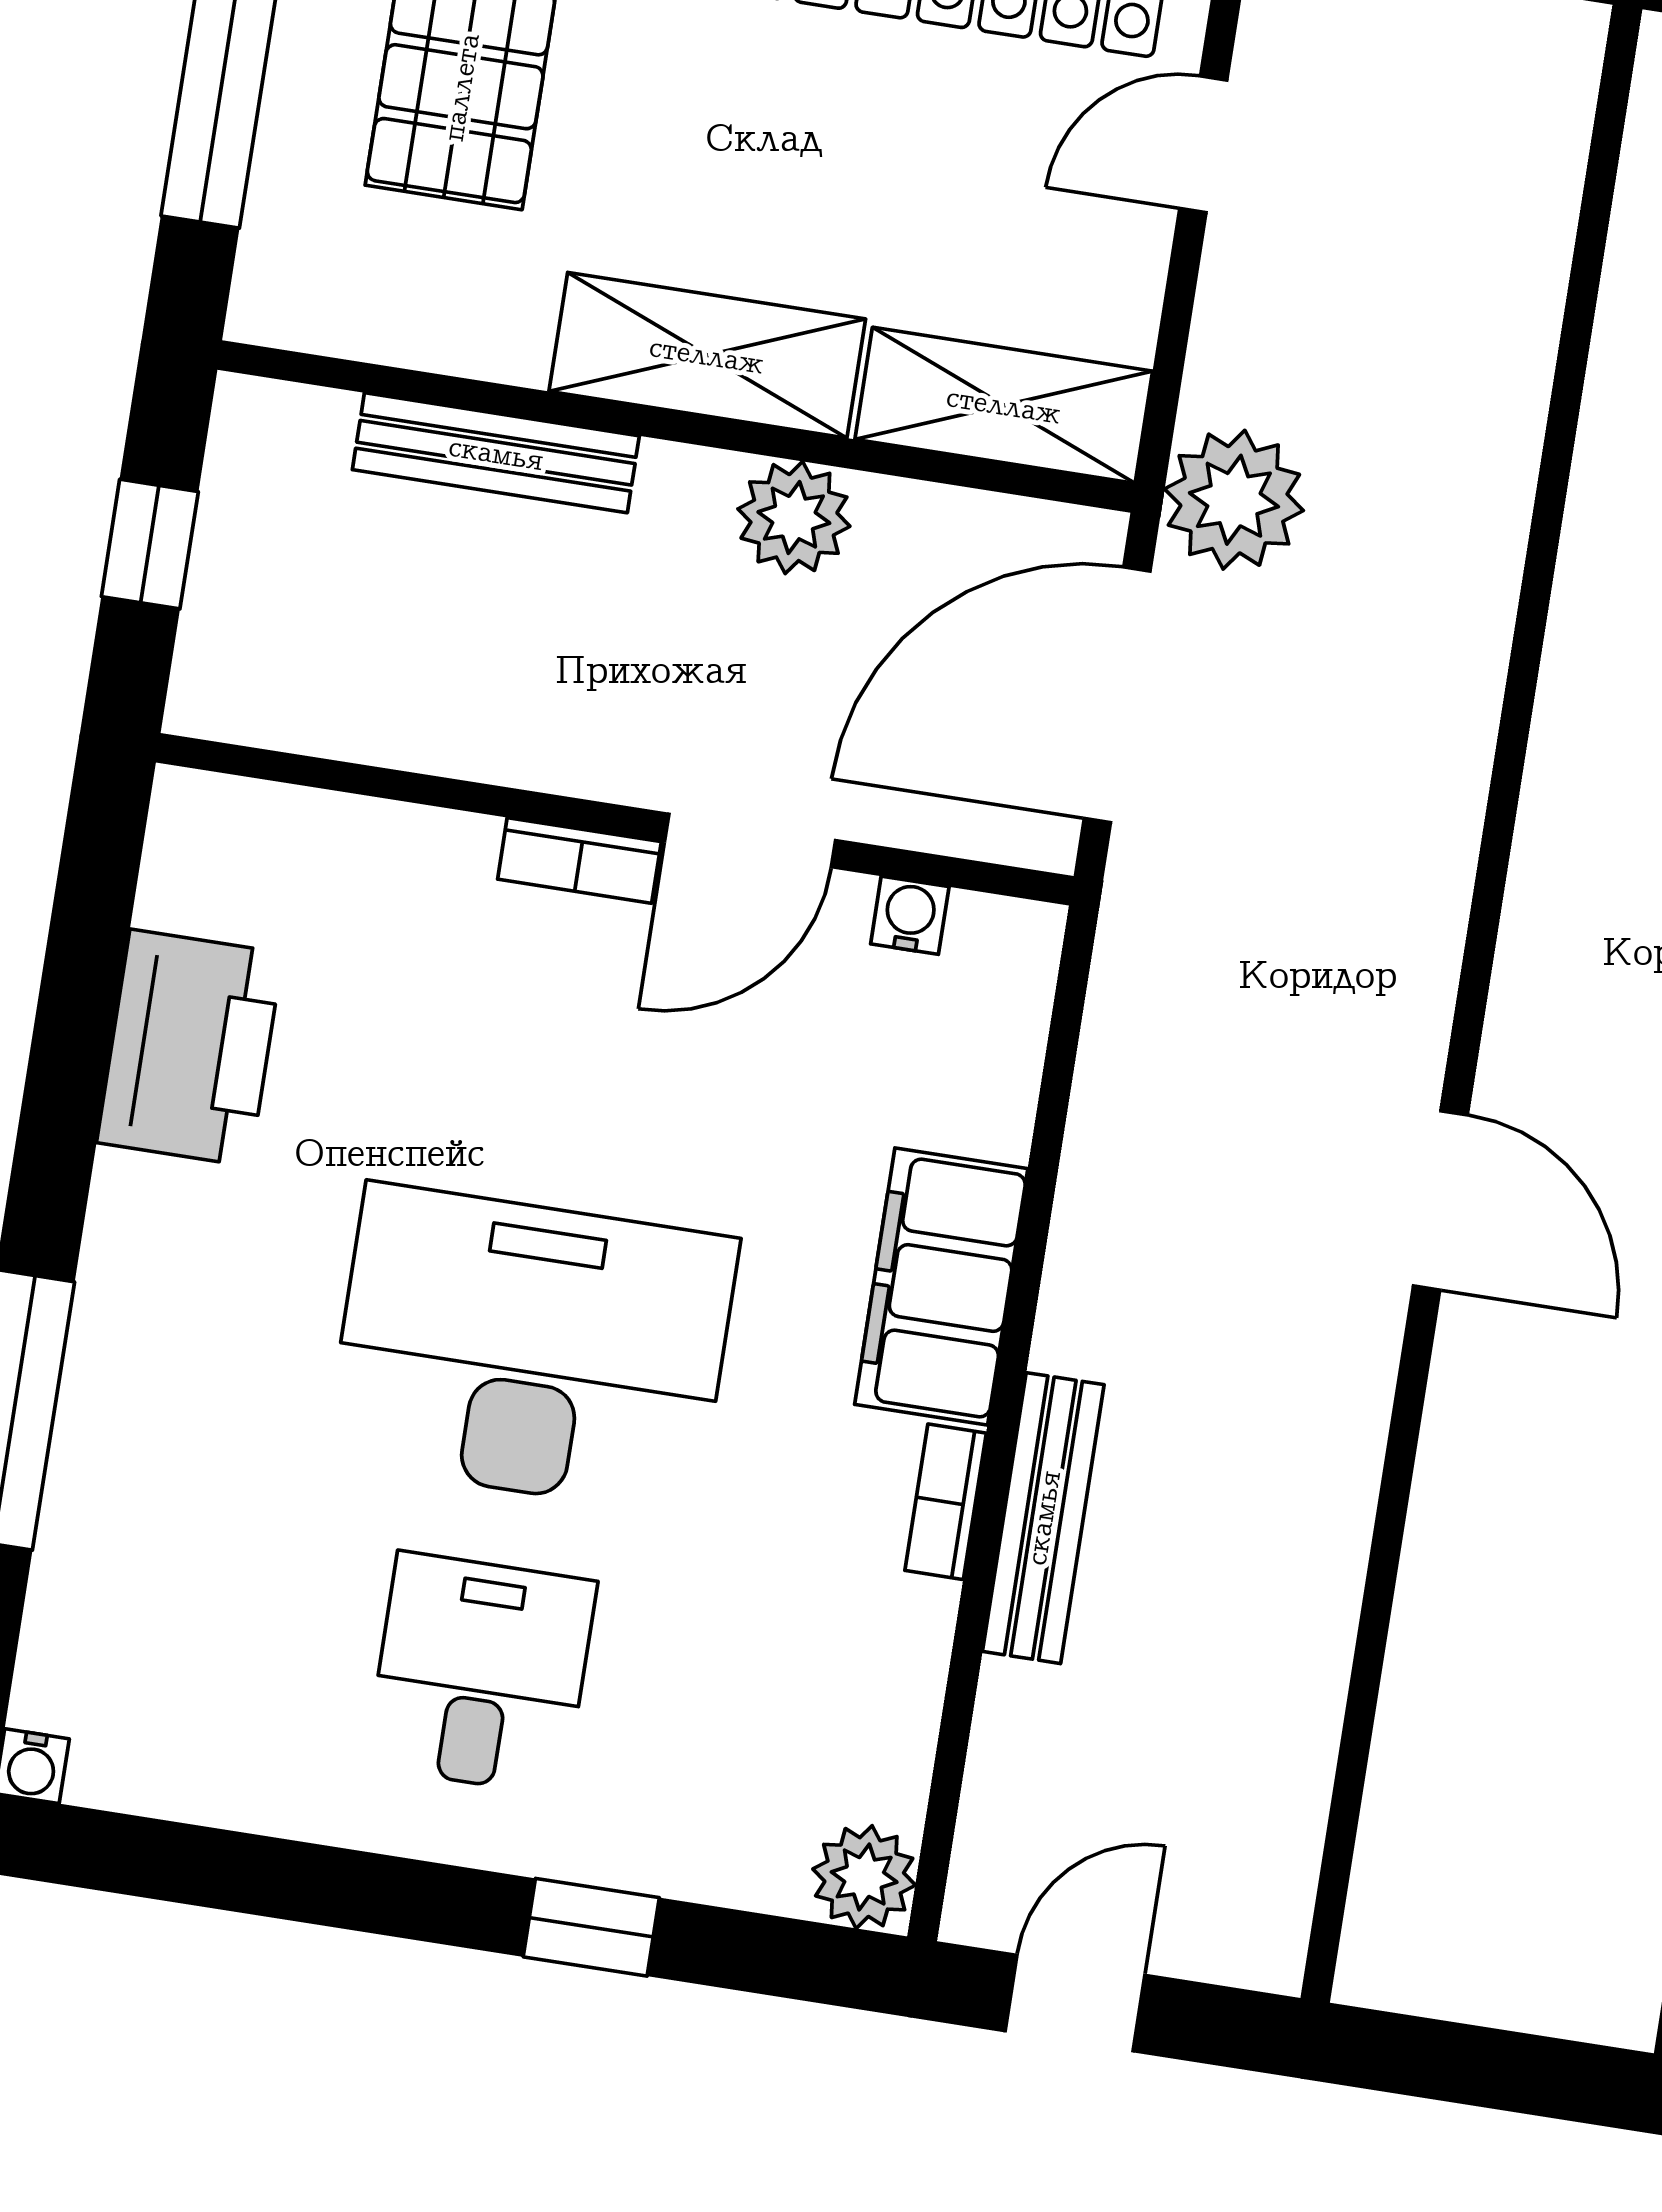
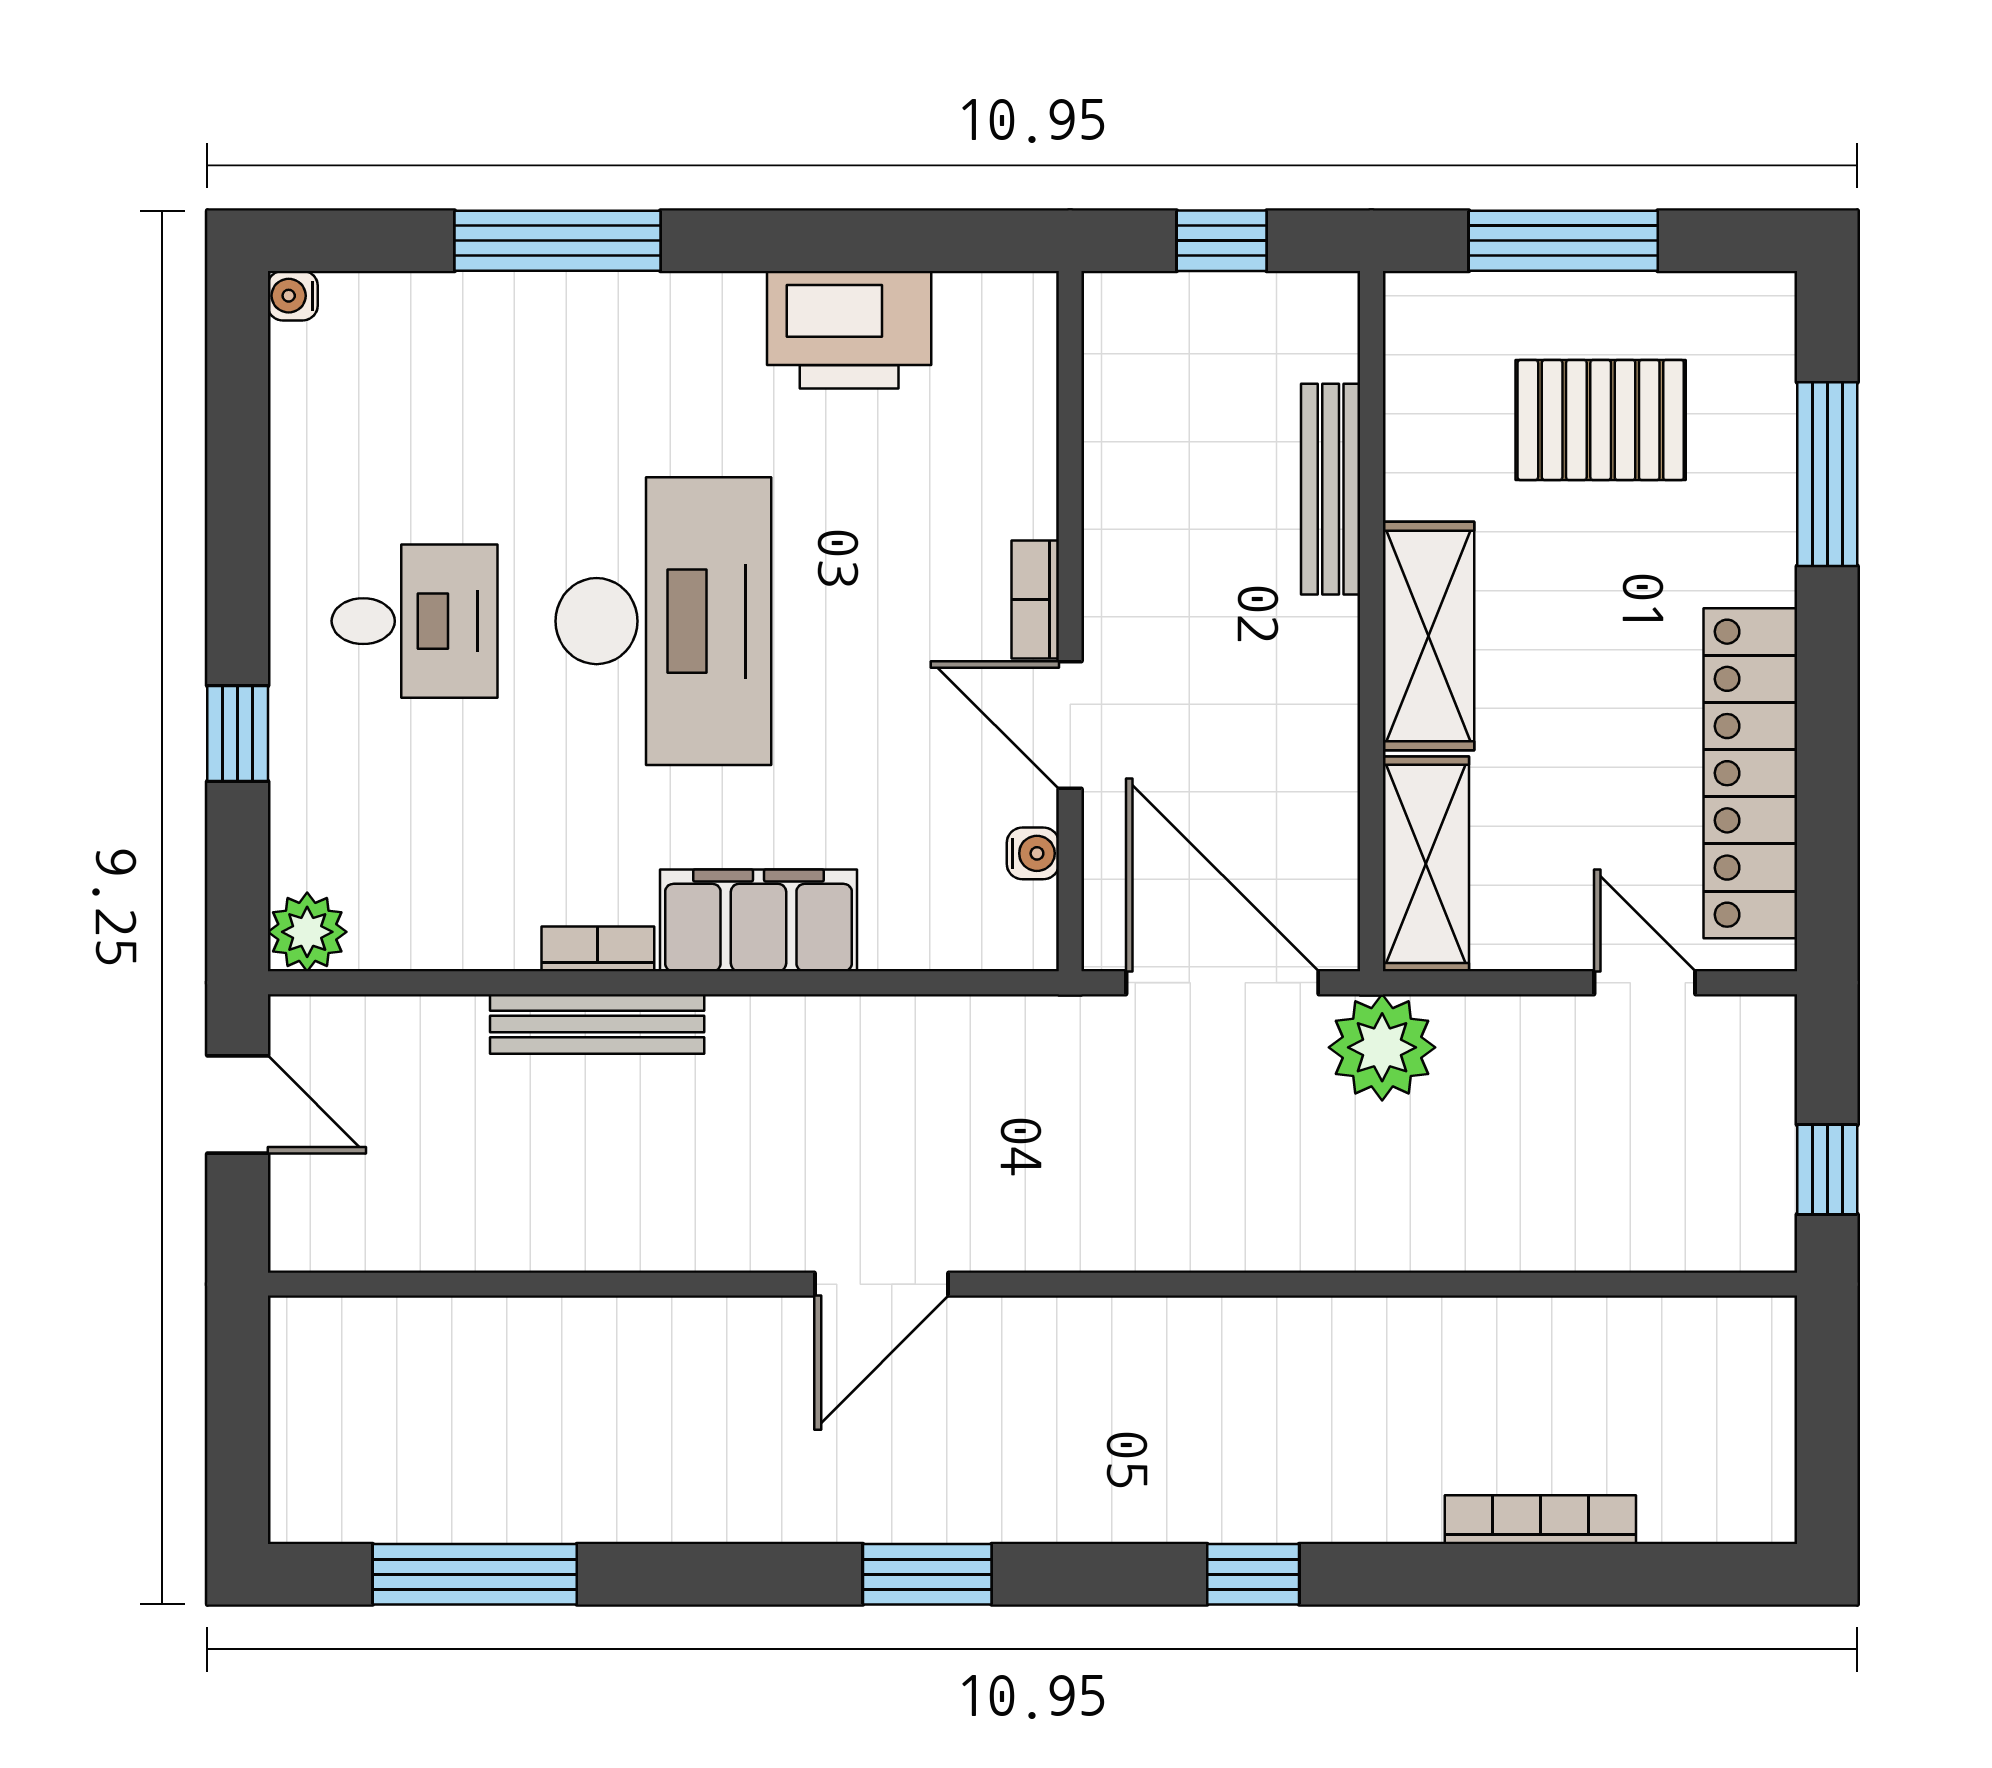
plant: (794, 518) -> (1317, 720), removed

